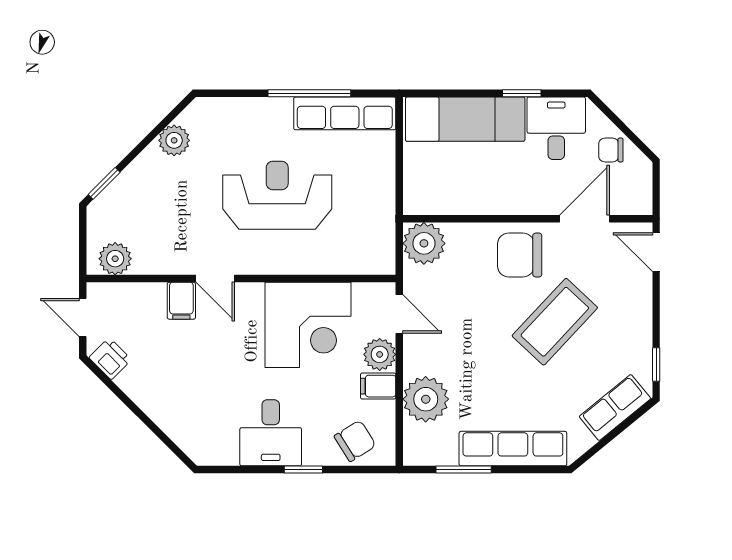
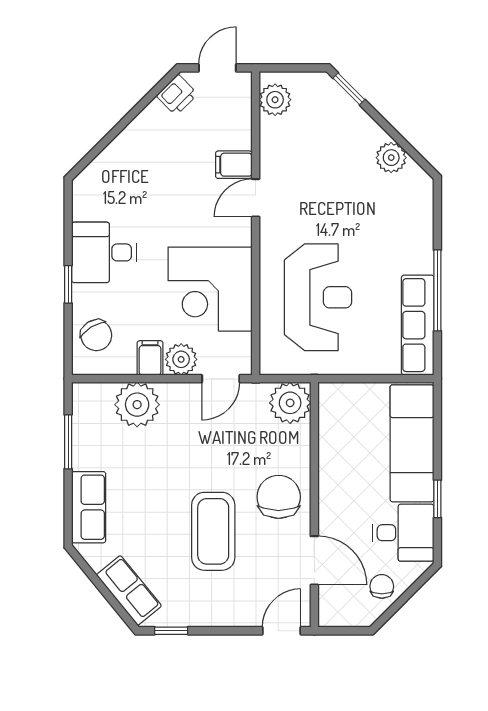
reception desk: (277, 195) -> (318, 297), moved
coffee table: (555, 322) -> (213, 531), turned 47
row of seats: (513, 449) -> (89, 507), width x0.68

